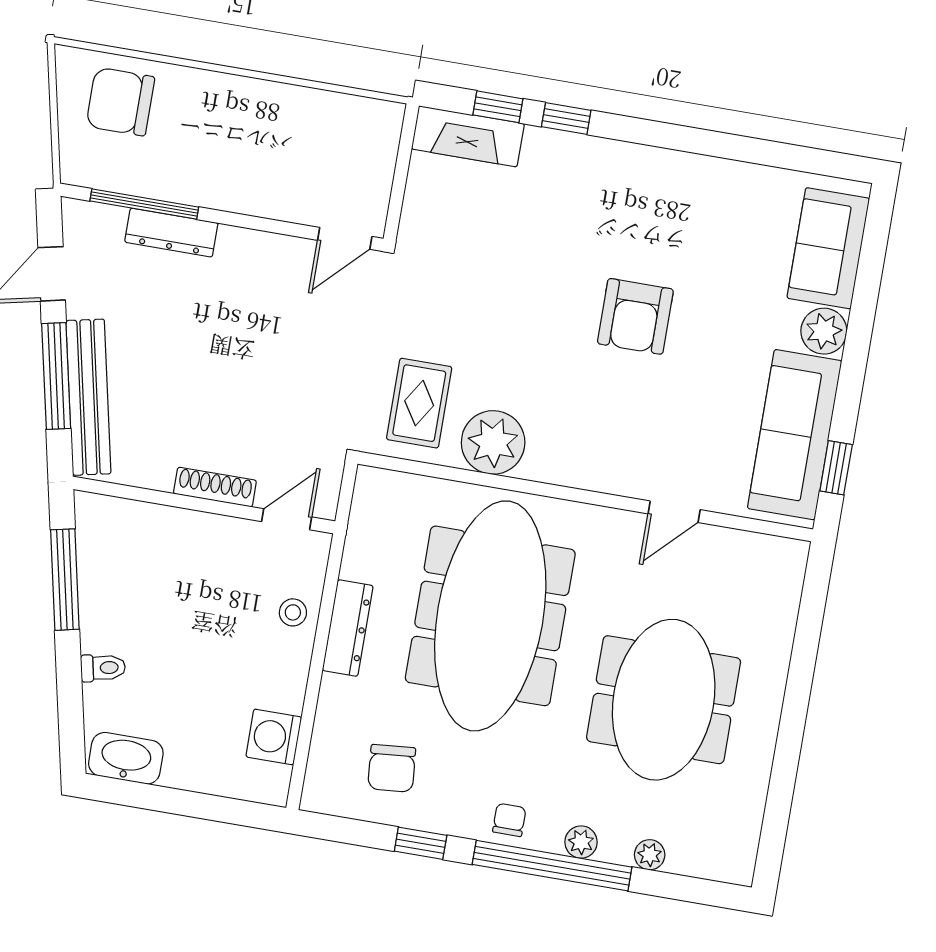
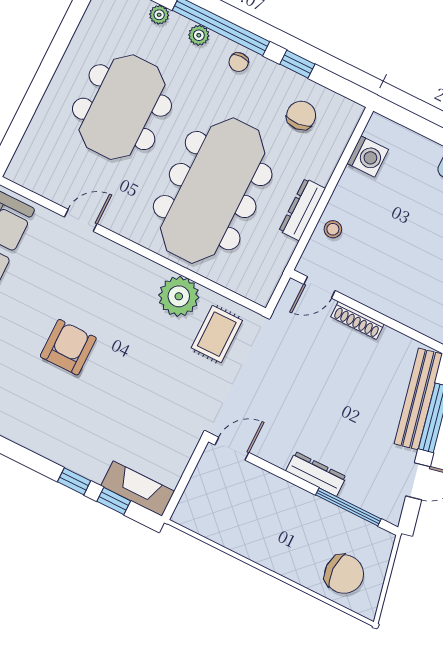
dresser: (171, 233) -> (316, 474), moved

